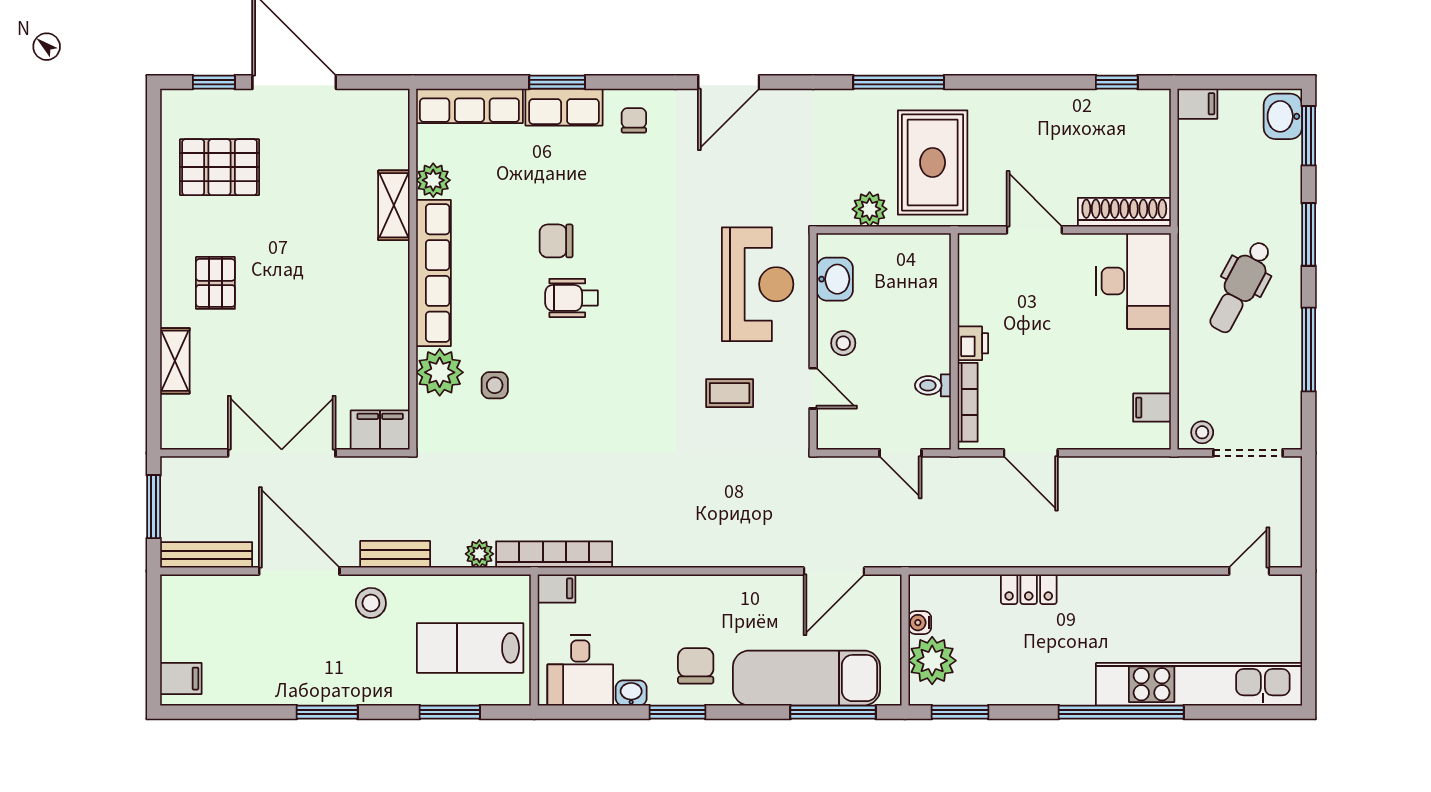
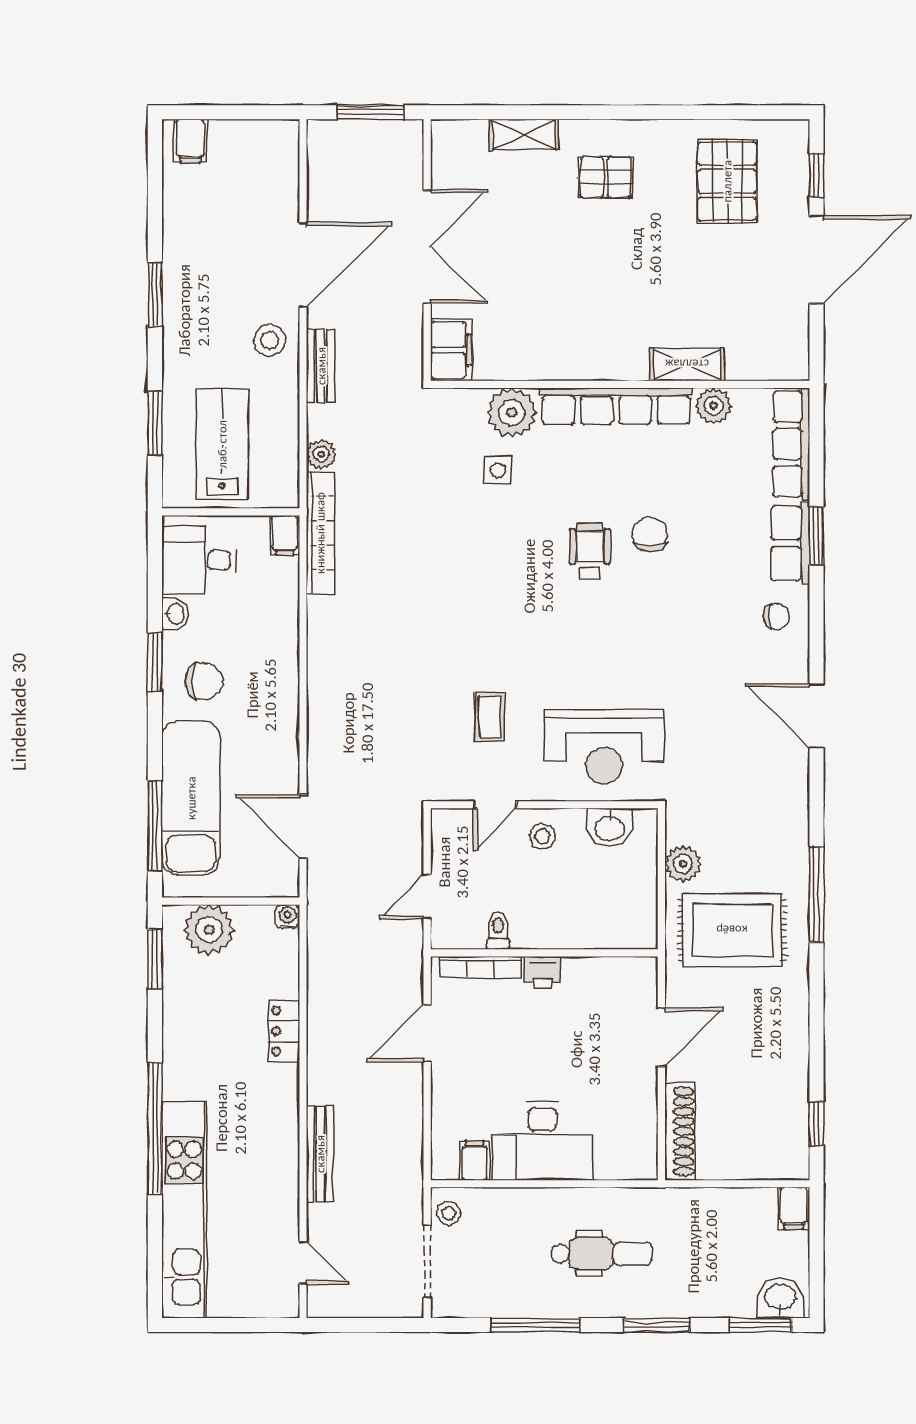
desk: (1133, 281) -> (543, 1141), moved
dental chair: (1240, 287) -> (601, 1253), turned 152
bench: (206, 555) -> (320, 1154), moved
water cooler: (920, 623) -> (288, 917), moved

